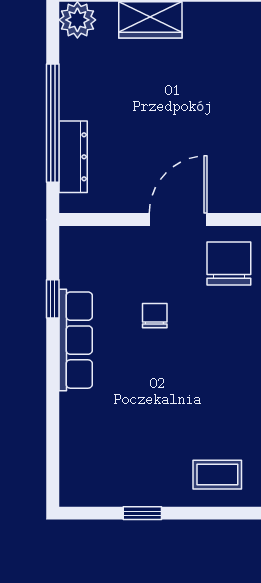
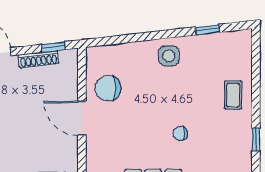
chair: (155, 316) -> (180, 133), moved

